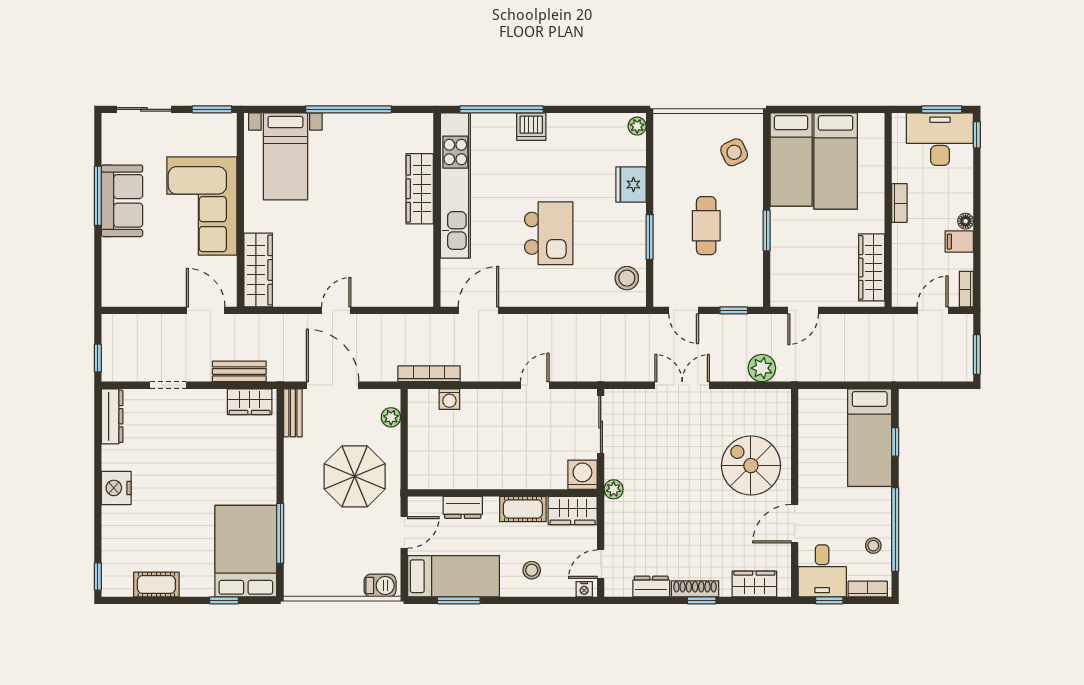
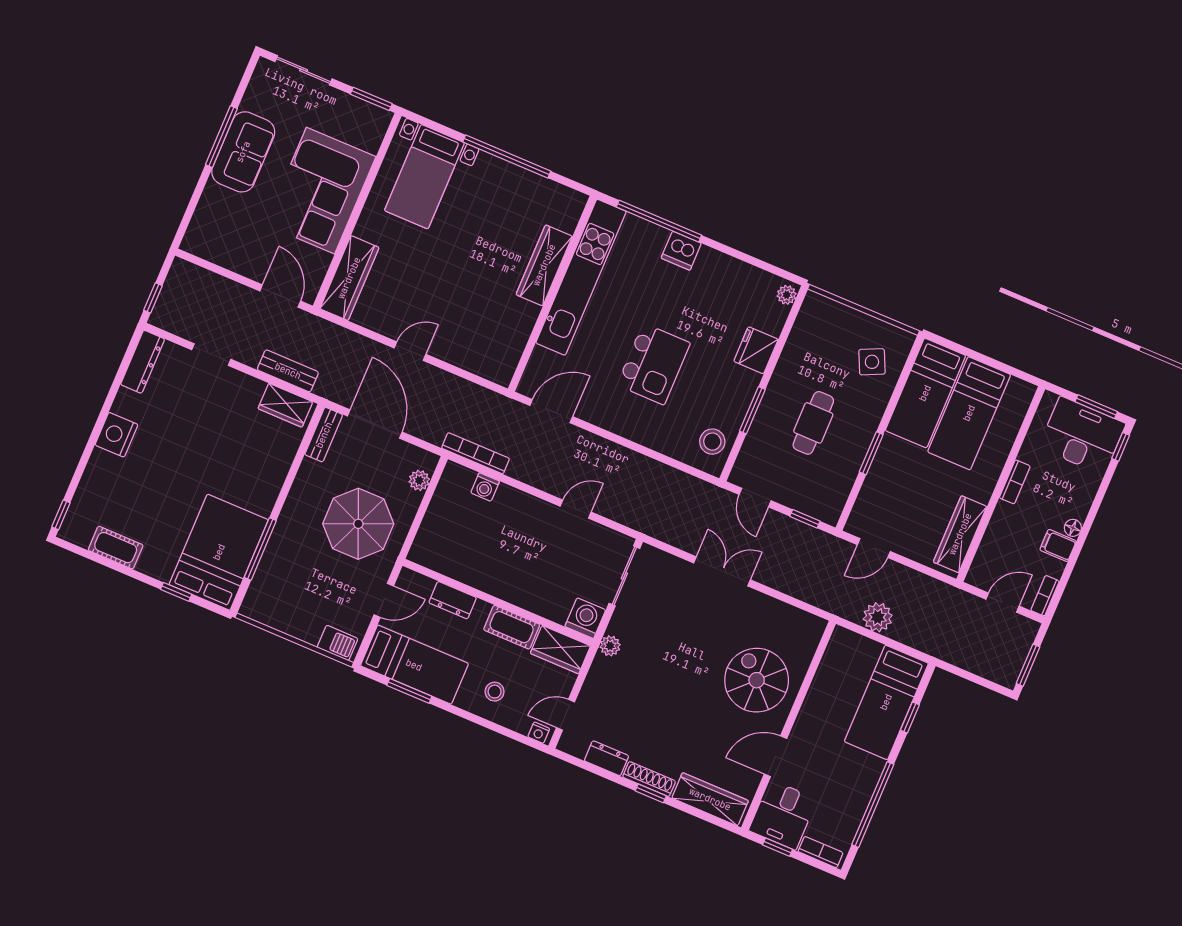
plant: (762, 368) -> (878, 617), moved
stool: (873, 546) -> (844, 811), removed
wardrobe: (754, 584) -> (710, 799), width x1.50

